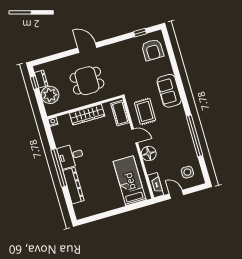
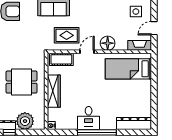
dining table: (87, 81) -> (22, 82), turned 90
dresser: (73, 186) -> (134, 124), moved

